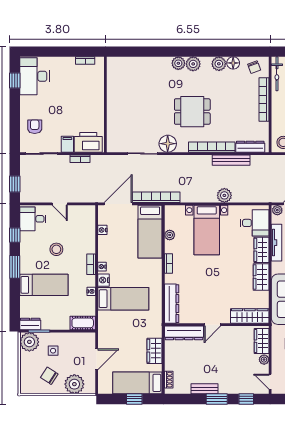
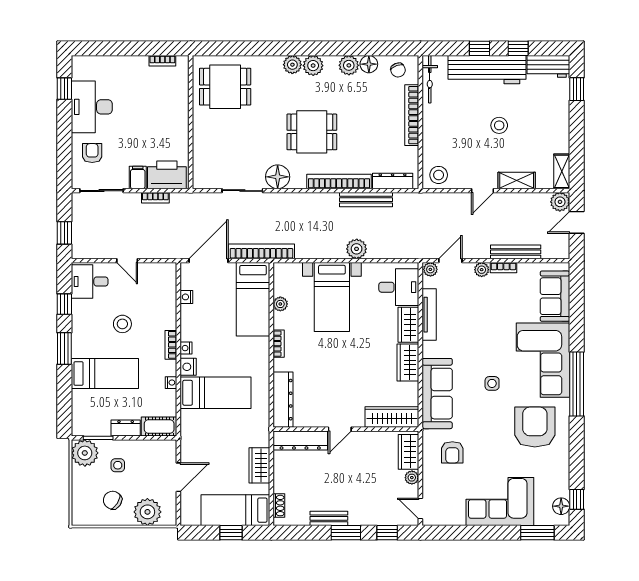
desk: (34, 76) -> (92, 107), moved
dining table: (130, 79) -> (225, 87), added
dresser: (30, 324) -> (126, 428), moved

